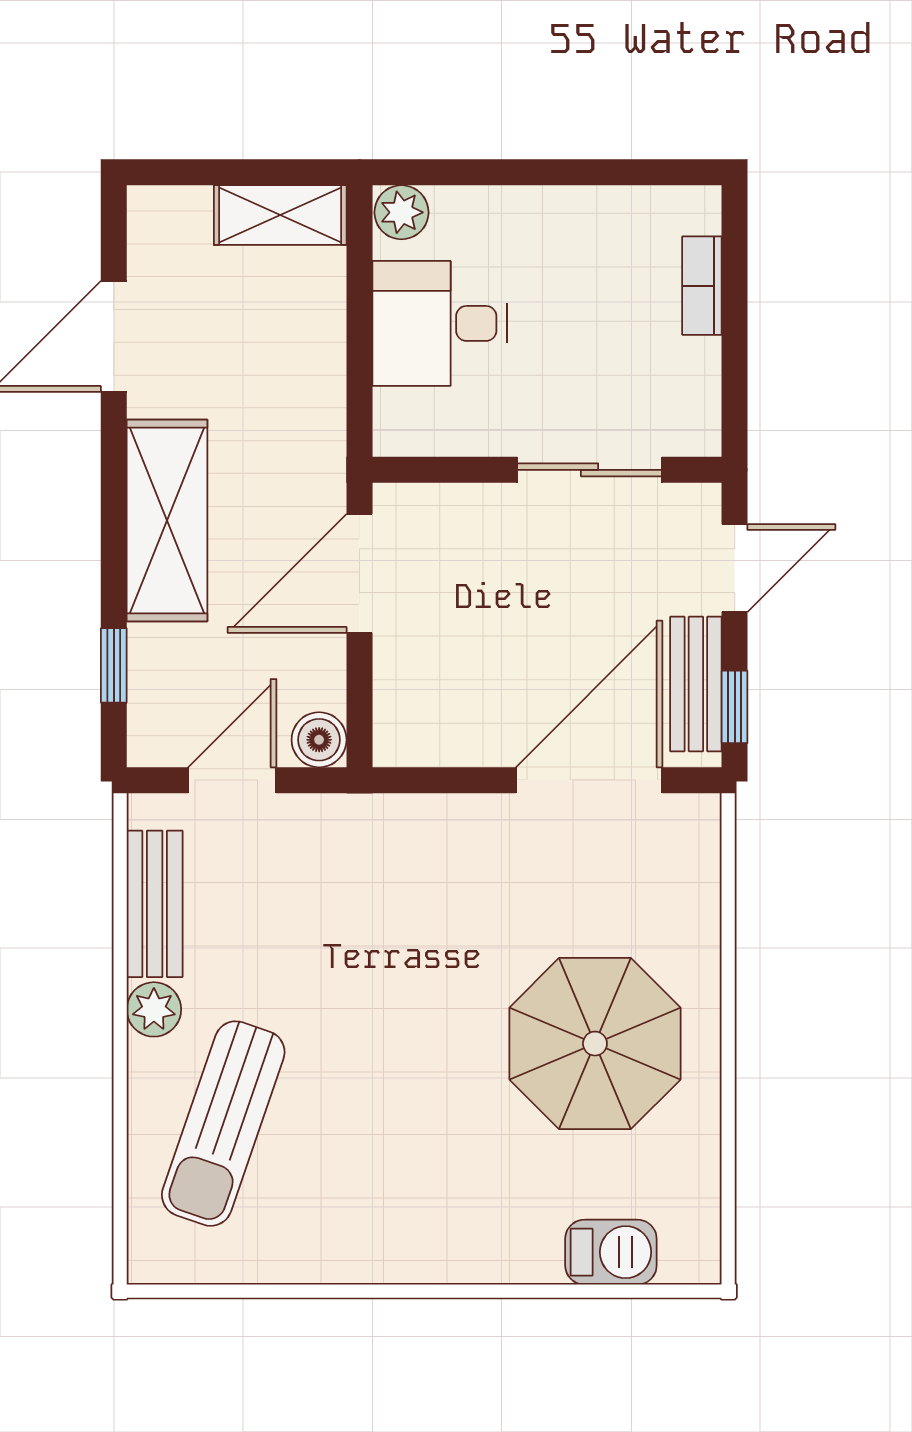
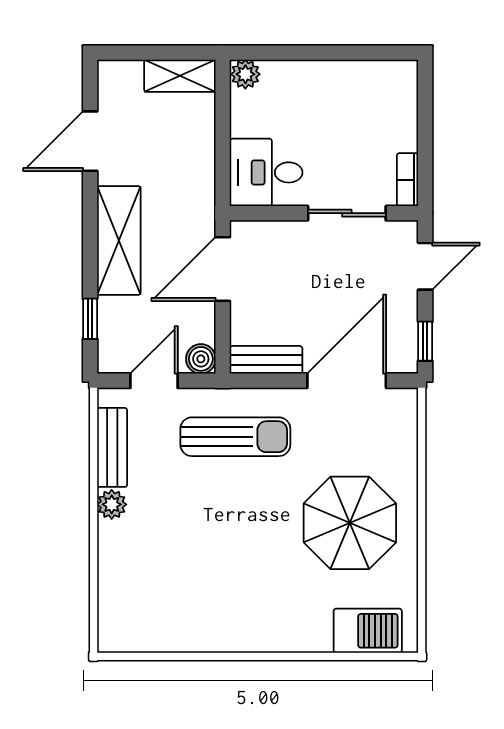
bookcase: (702, 286) -> (408, 180), moved
desk: (440, 323) -> (266, 172), moved
bench: (696, 684) -> (266, 360), moved, turned 90
sun lounger: (223, 1124) -> (235, 437), moved, turned -109
barbecue: (611, 1252) -> (368, 631), width x1.38, depth x1.27

